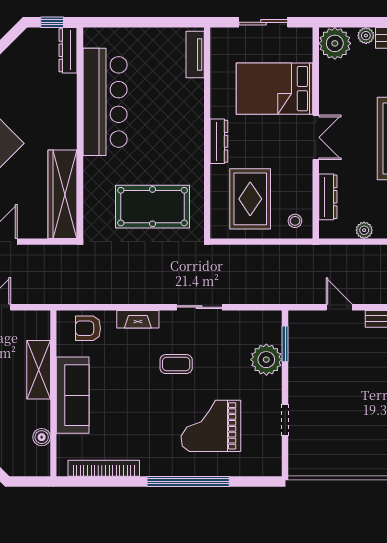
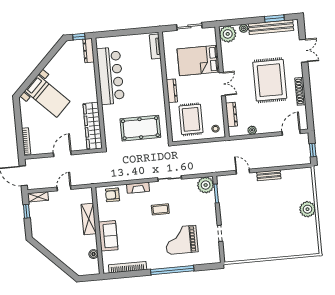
plant: (266, 360) -> (206, 185), moved
sofa: (73, 395) -> (108, 236), width x0.73

